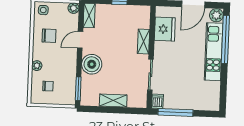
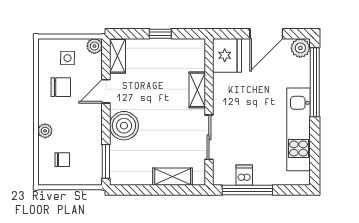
side table: (43, 10) -> (68, 58), moved
fridge: (165, 29) -> (227, 55), moved
kitchen unit: (214, 52) -> (298, 129), moved
shelving: (113, 101) -> (173, 177), moved
dishwasher: (157, 101) -> (244, 175), moved

